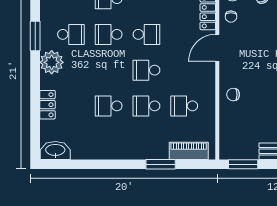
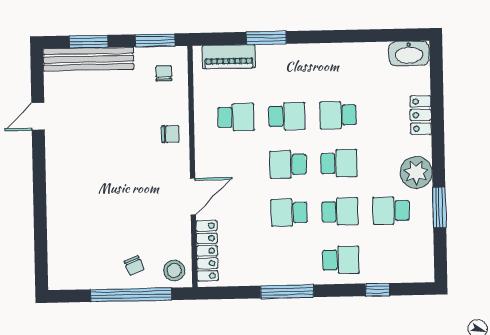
chair: (231, 17) -> (164, 73), moved
school desk: (109, 70) -> (339, 163), added
school desk: (146, 70) -> (288, 164), turned 180
school desk: (109, 106) -> (338, 115), turned 180

